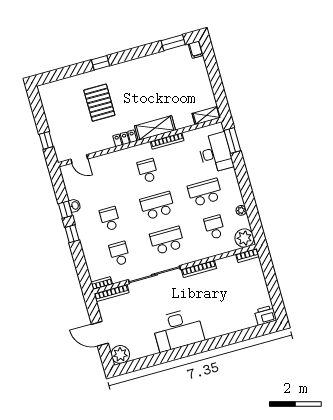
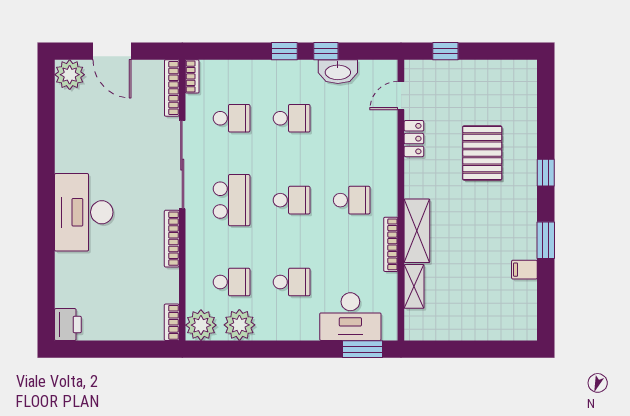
window: (173, 43) -> (546, 240), moved
filing cabinet: (196, 50) -> (524, 270), moved
pallet: (99, 103) -> (482, 153), turned 90
shelving: (206, 116) -> (414, 286), moved
locker: (125, 138) -> (414, 139), moved
school desk: (205, 192) -> (292, 282), width x0.54
washbasin: (75, 205) -> (338, 72), width x1.91, depth x1.45
school desk: (157, 206) -> (292, 200), width x0.54
plant: (241, 210) -> (239, 325), width x1.88, depth x1.88
desk: (178, 330) -> (84, 212), moved
door: (100, 334) -> (112, 51), swing flipped

